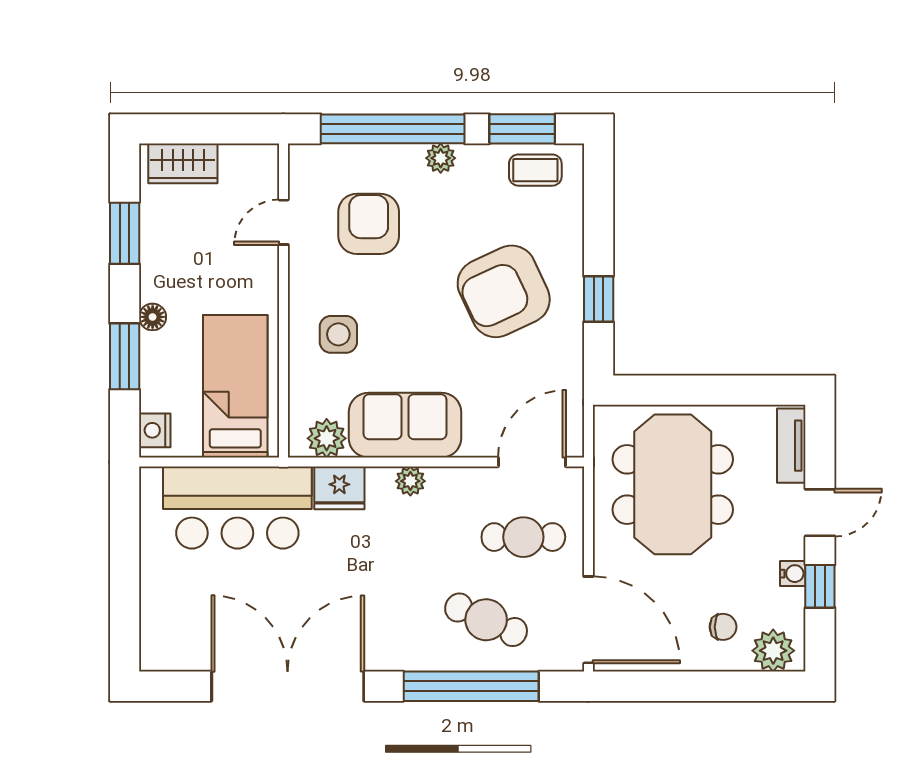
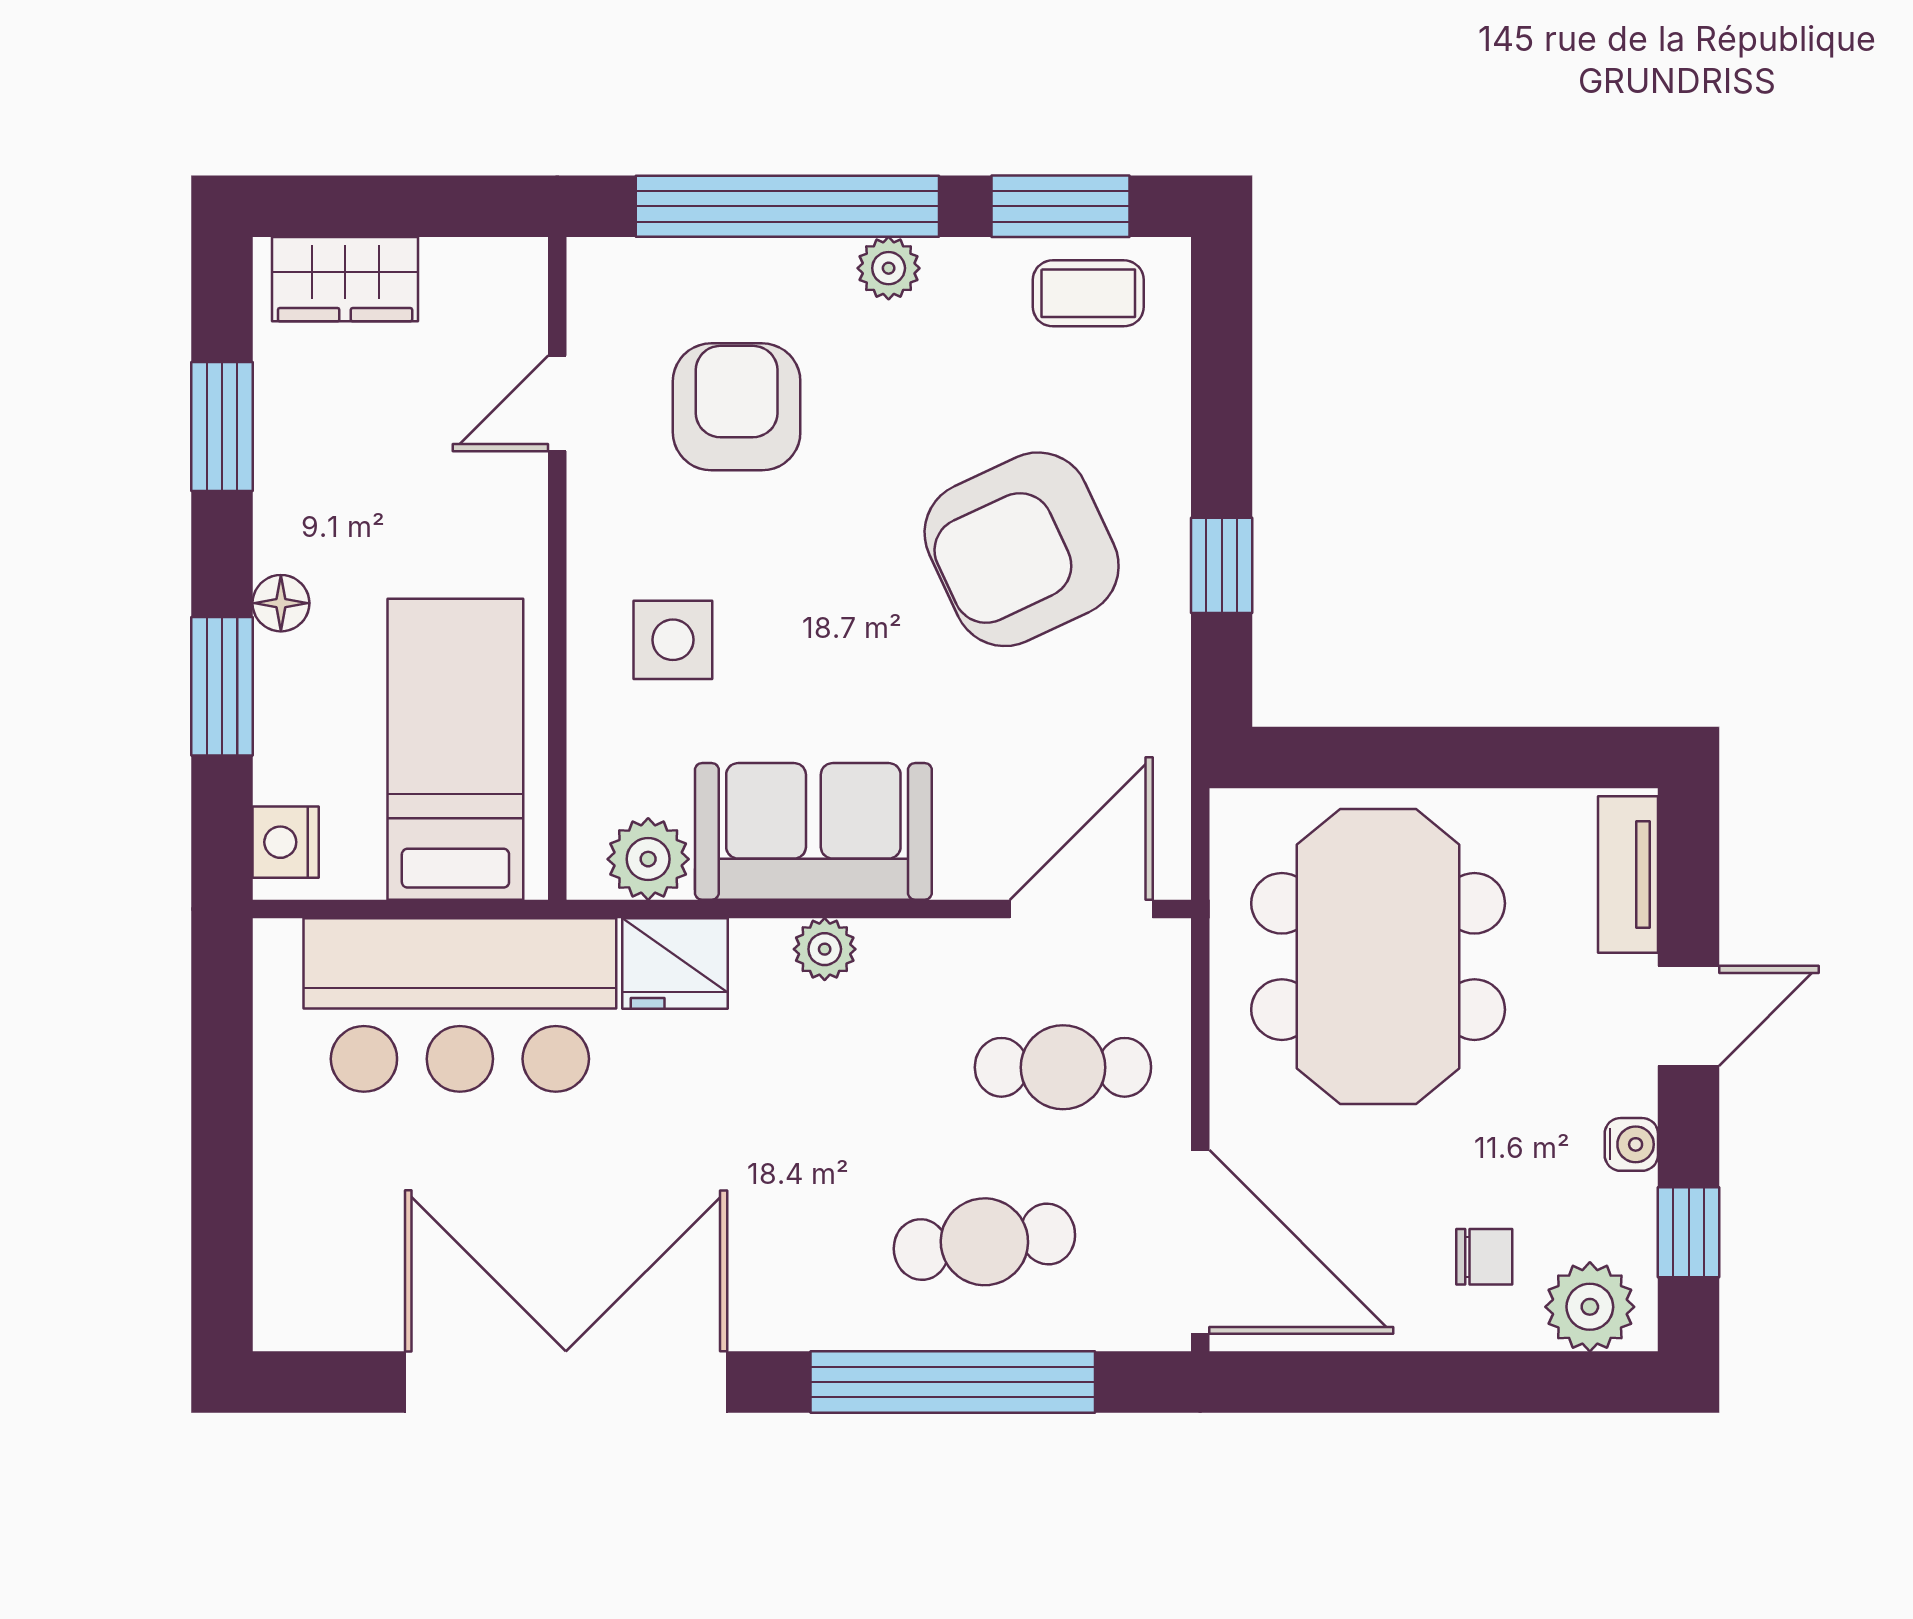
window: (820, 586) -> (1689, 1232), moved
cafe table: (486, 620) -> (984, 1242), turned -31

